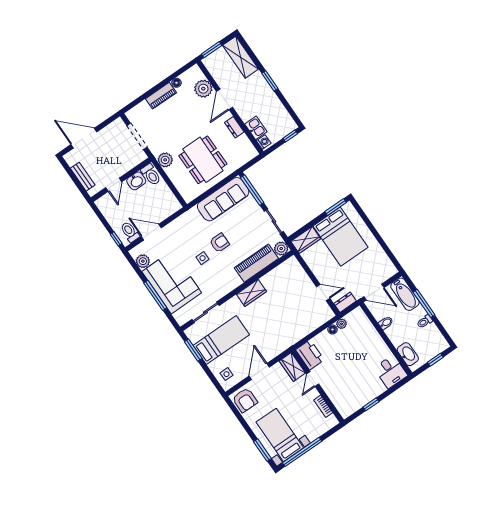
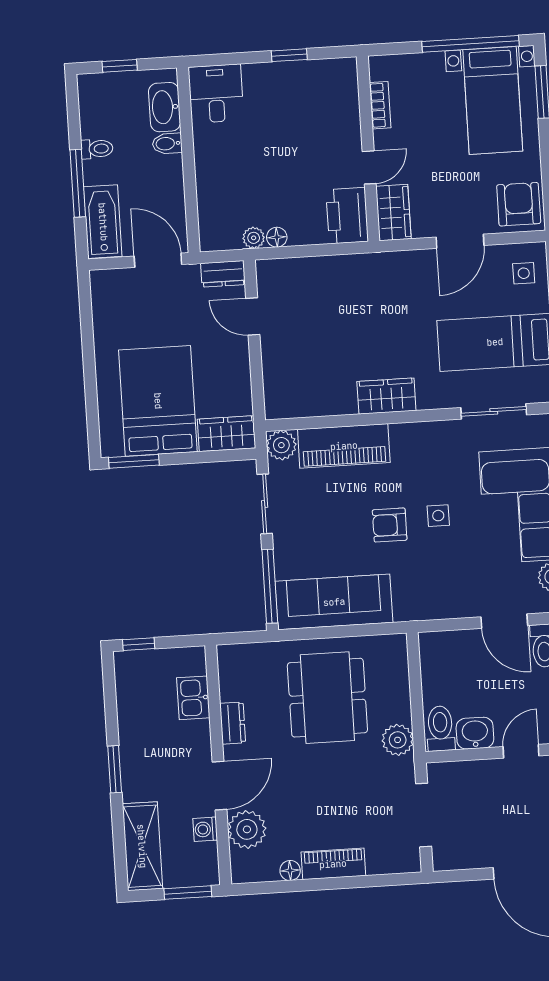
washing machine: (264, 142) -> (205, 829), moved
bidet: (386, 323) -> (167, 144), moved

